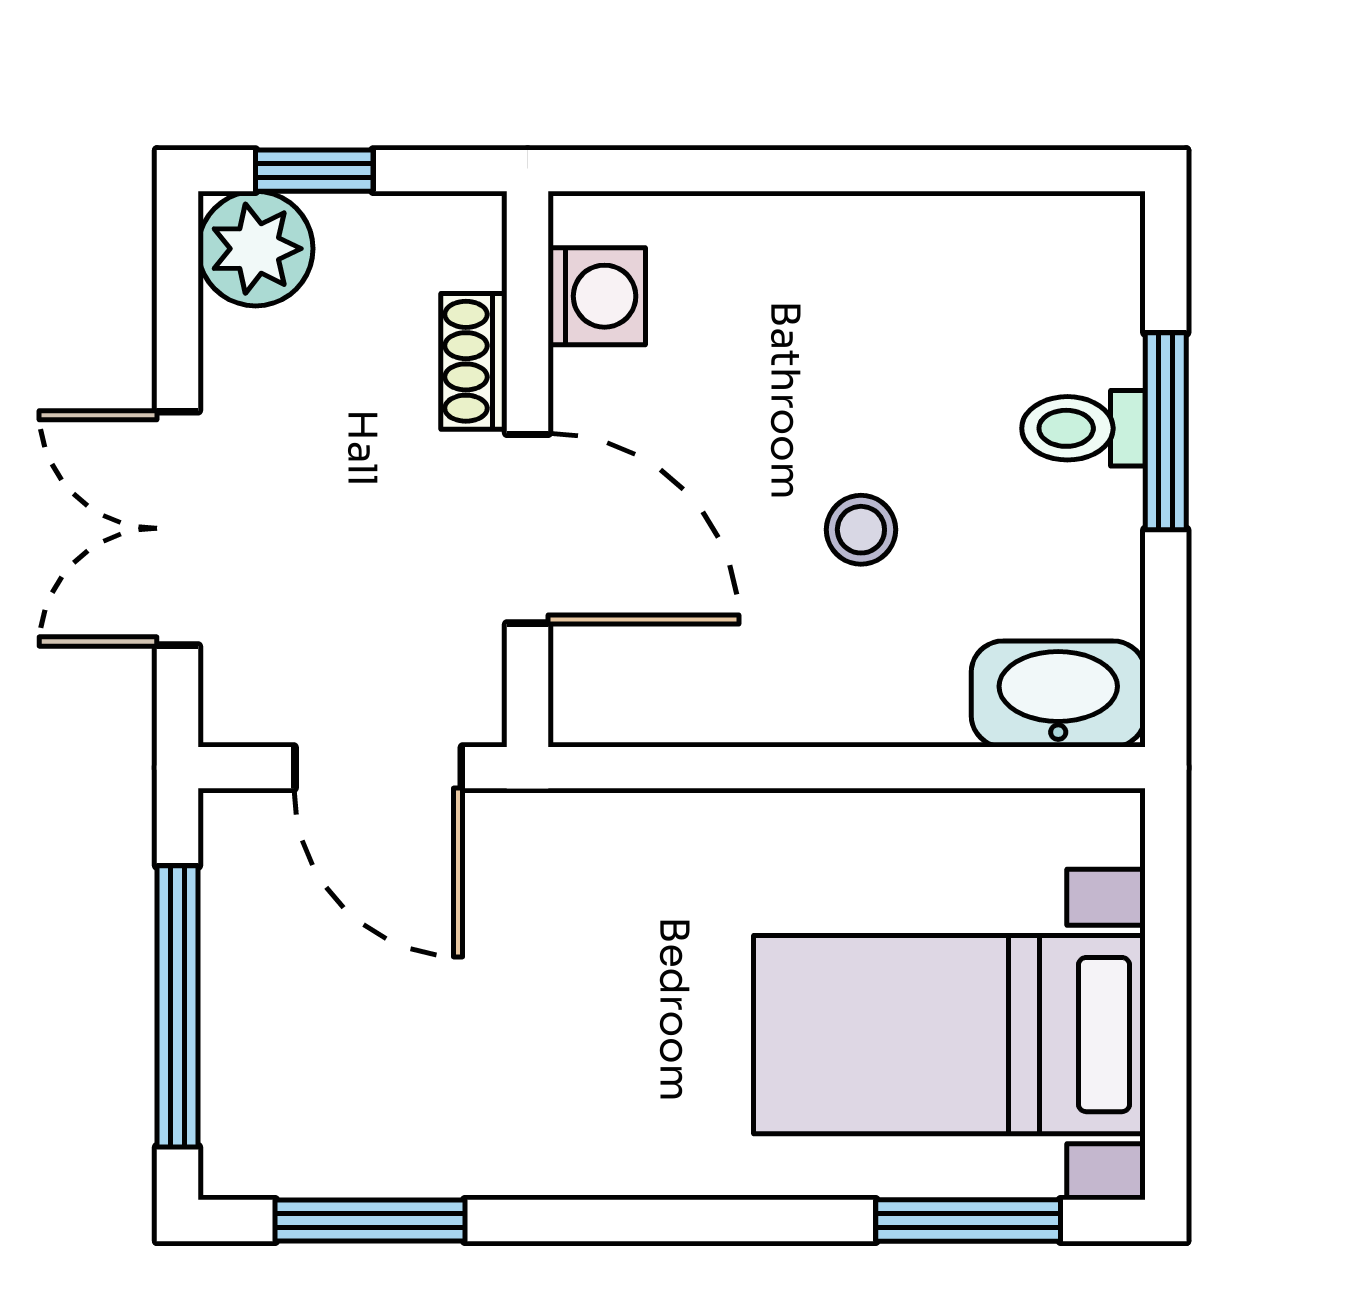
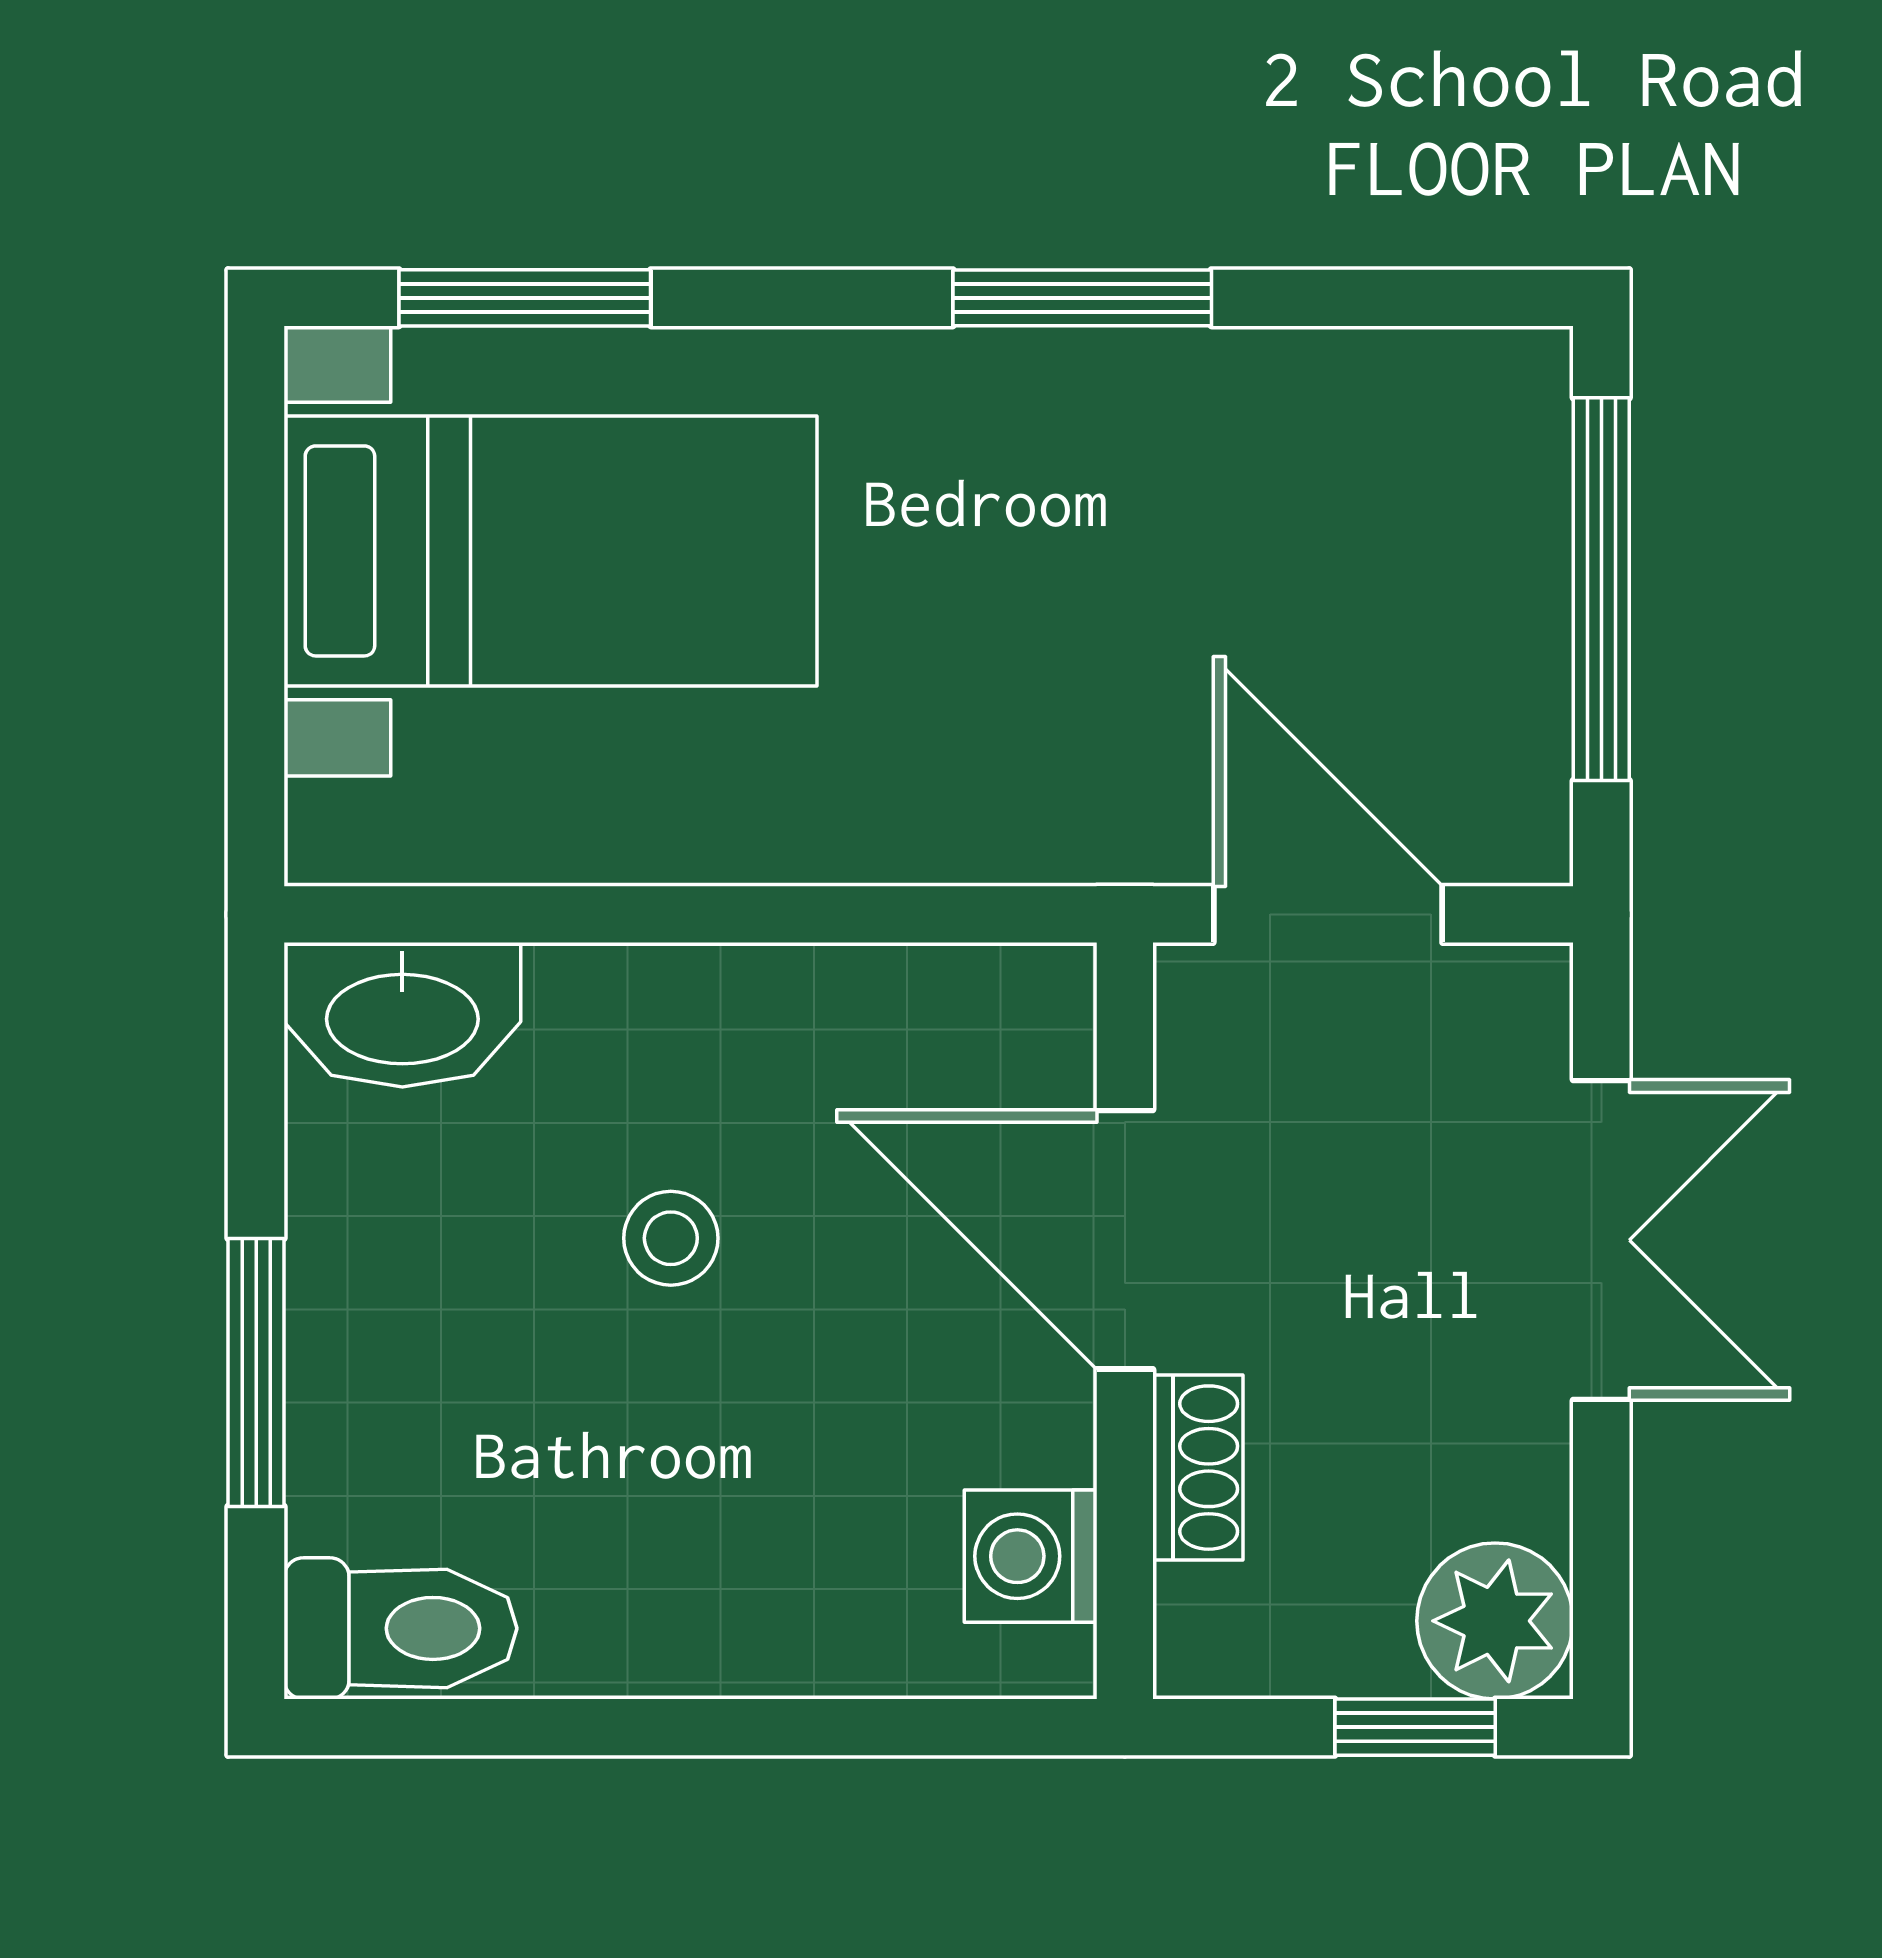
toilet: (1083, 428) -> (400, 1628), moved, width x1.37, depth x1.39
window: (370, 1221) -> (1082, 298), moved

